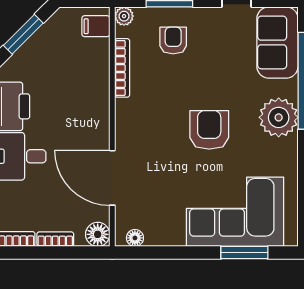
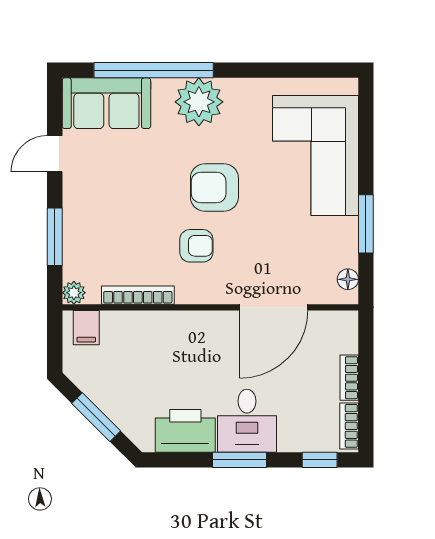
armchair: (173, 41) -> (196, 246), moved, turned 180
floor lamp: (98, 234) -> (343, 325), removed
window: (244, 253) -> (366, 224), moved

